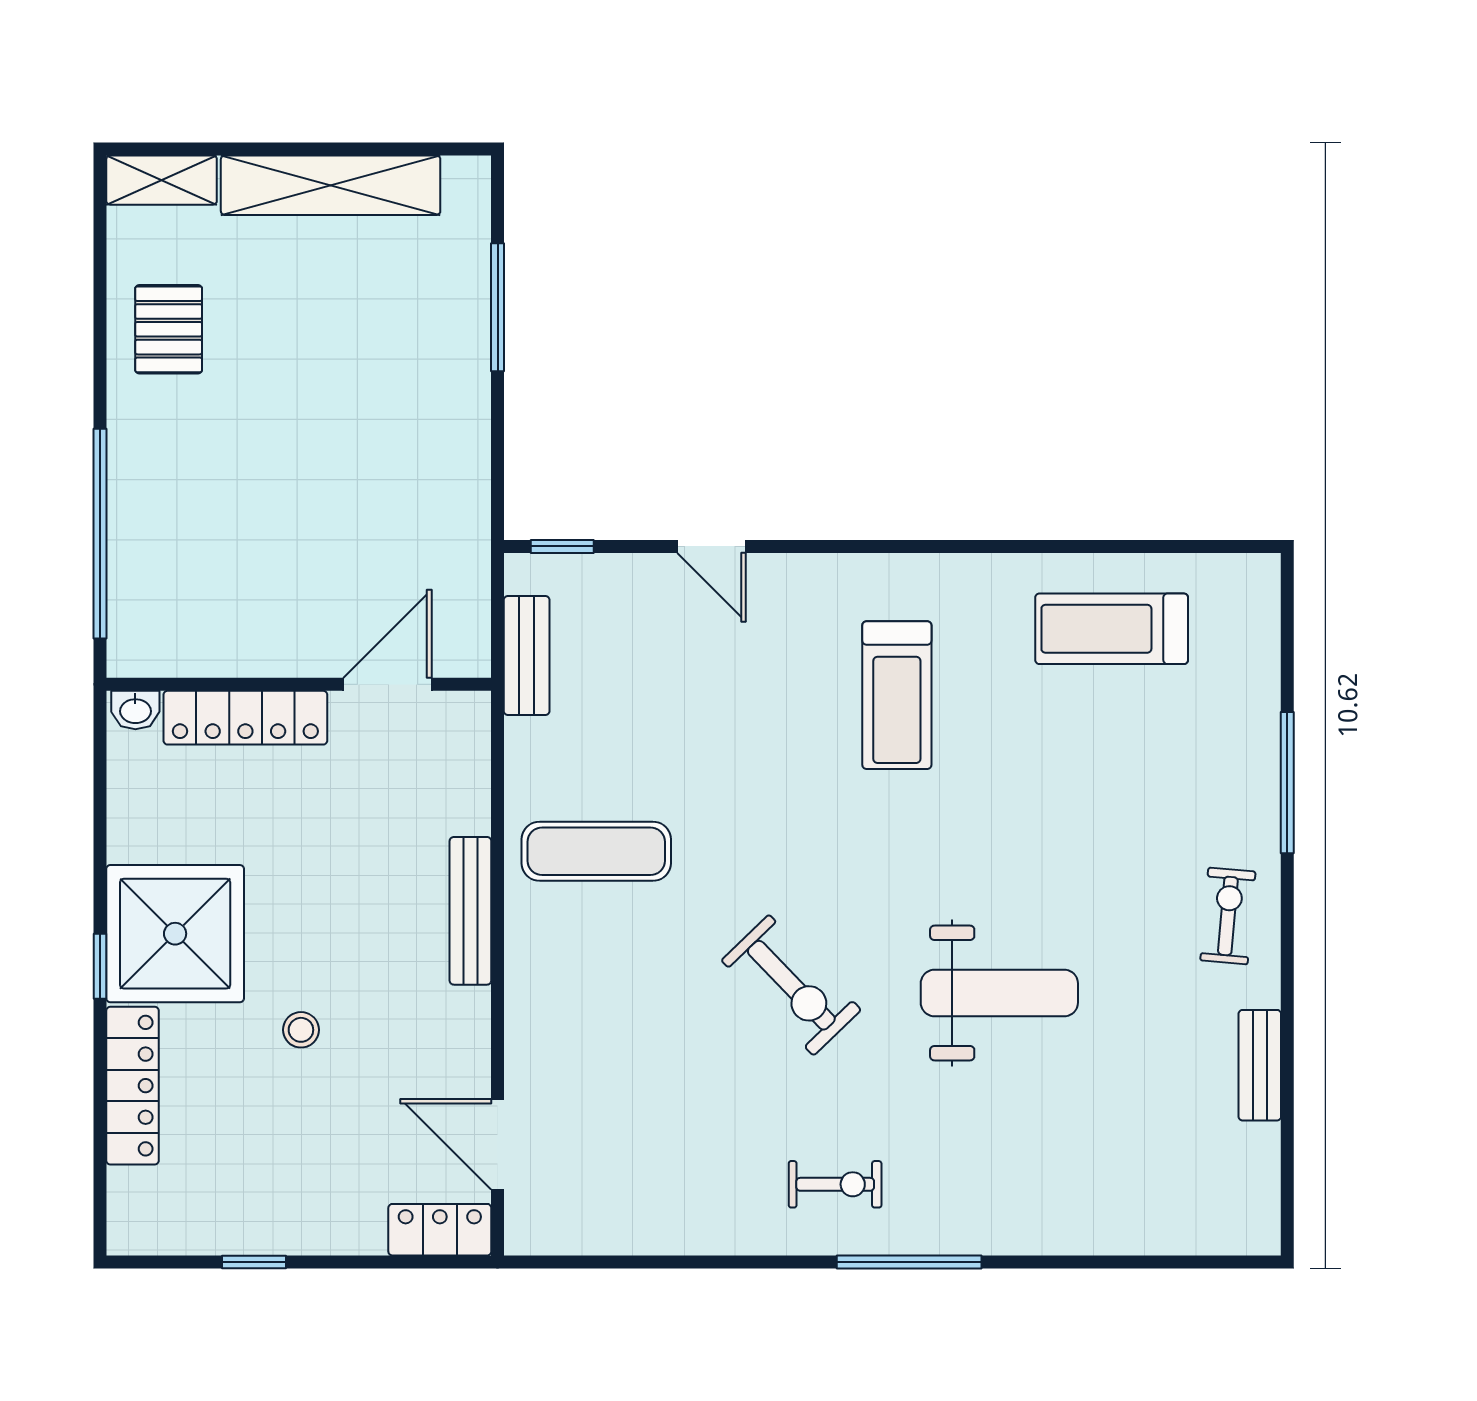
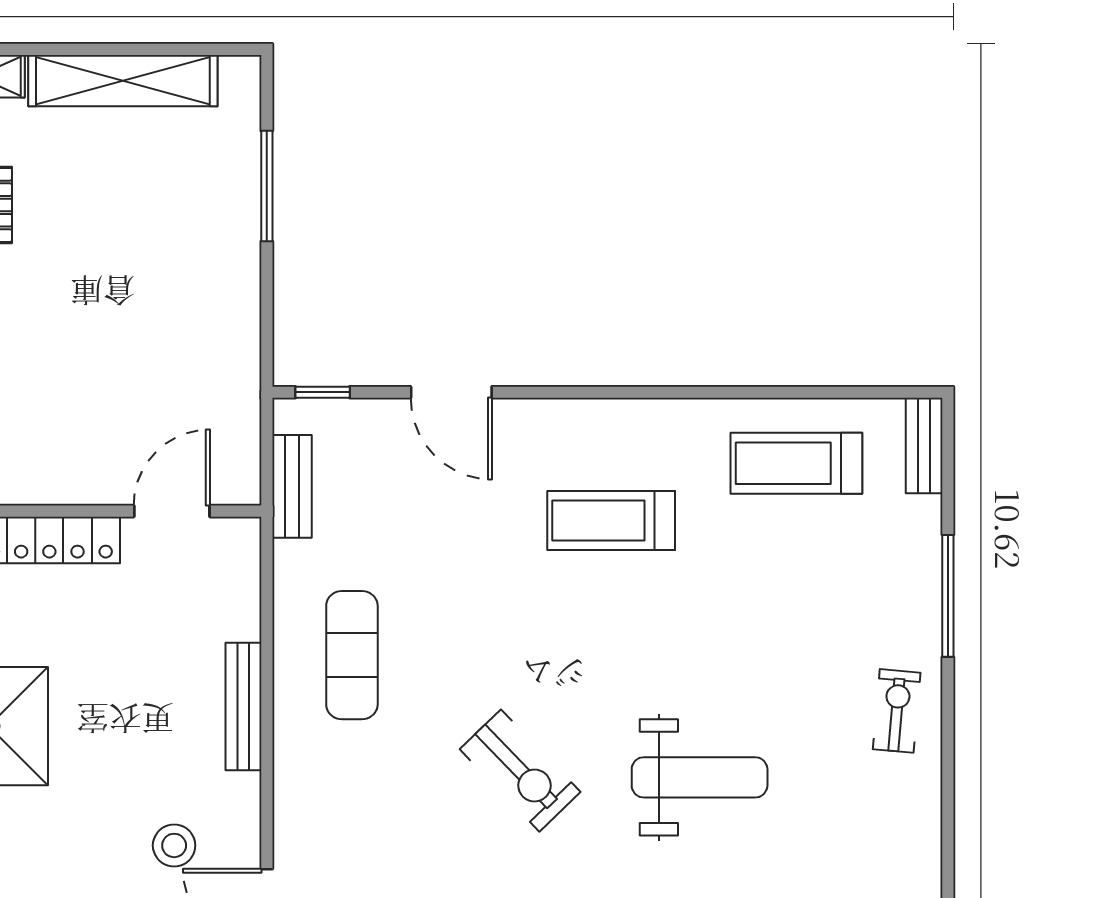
door: (712, 546) -> (451, 392), width x1.37
treadmill: (897, 695) -> (611, 521), turned 90
exercise mat: (596, 851) -> (352, 655), turned 90
stool: (301, 1030) -> (174, 845), moved, width x1.37, depth x1.37
bench: (1260, 1065) -> (924, 446), moved

